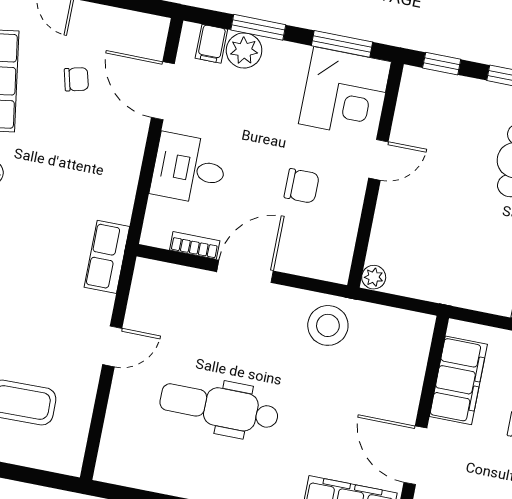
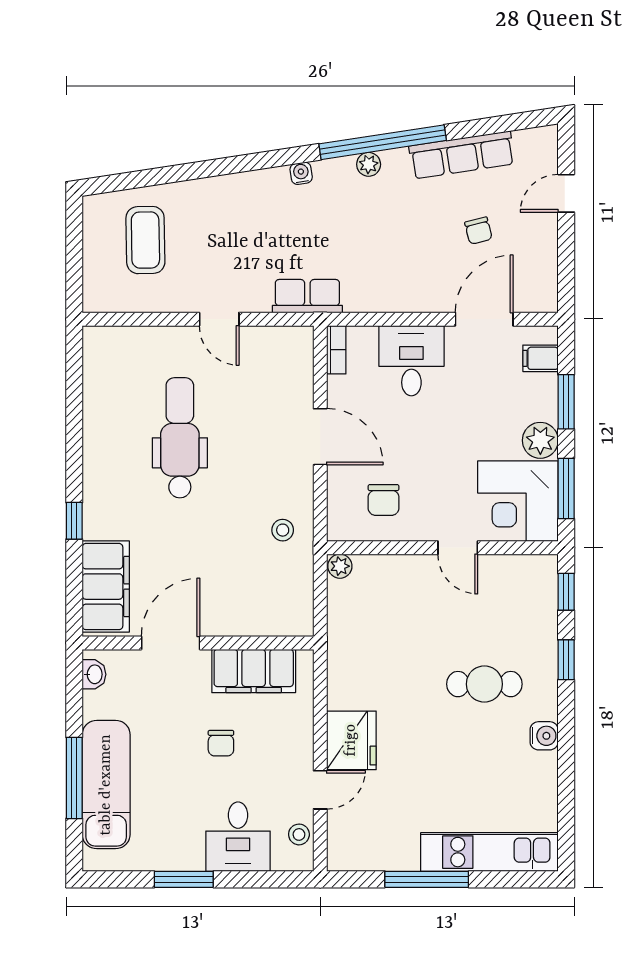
plant: (244, 50) -> (540, 440), moved
chair: (302, 186) -> (384, 500), moved
bookcase: (195, 245) -> (336, 350), moved
stool: (328, 325) -> (283, 530), width x0.53, depth x0.53

